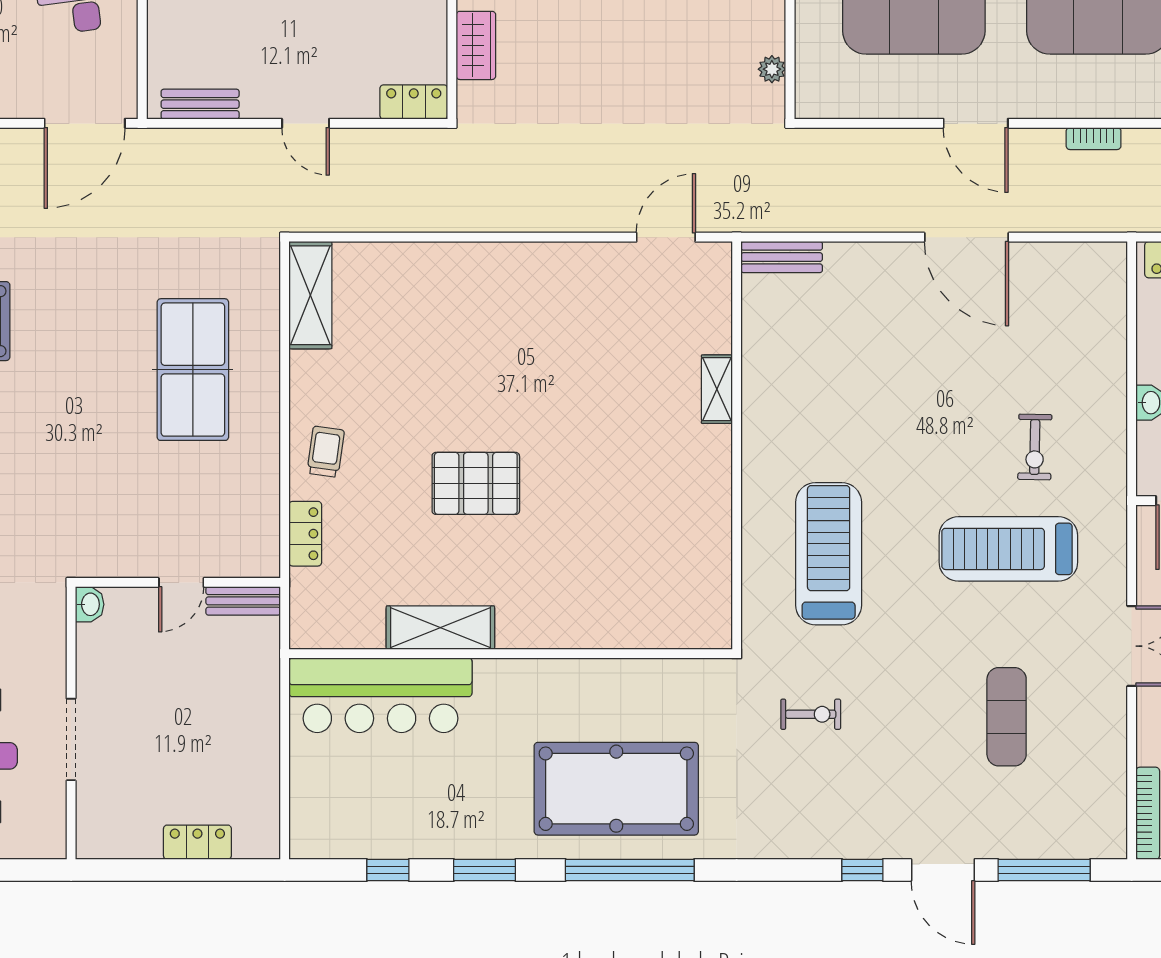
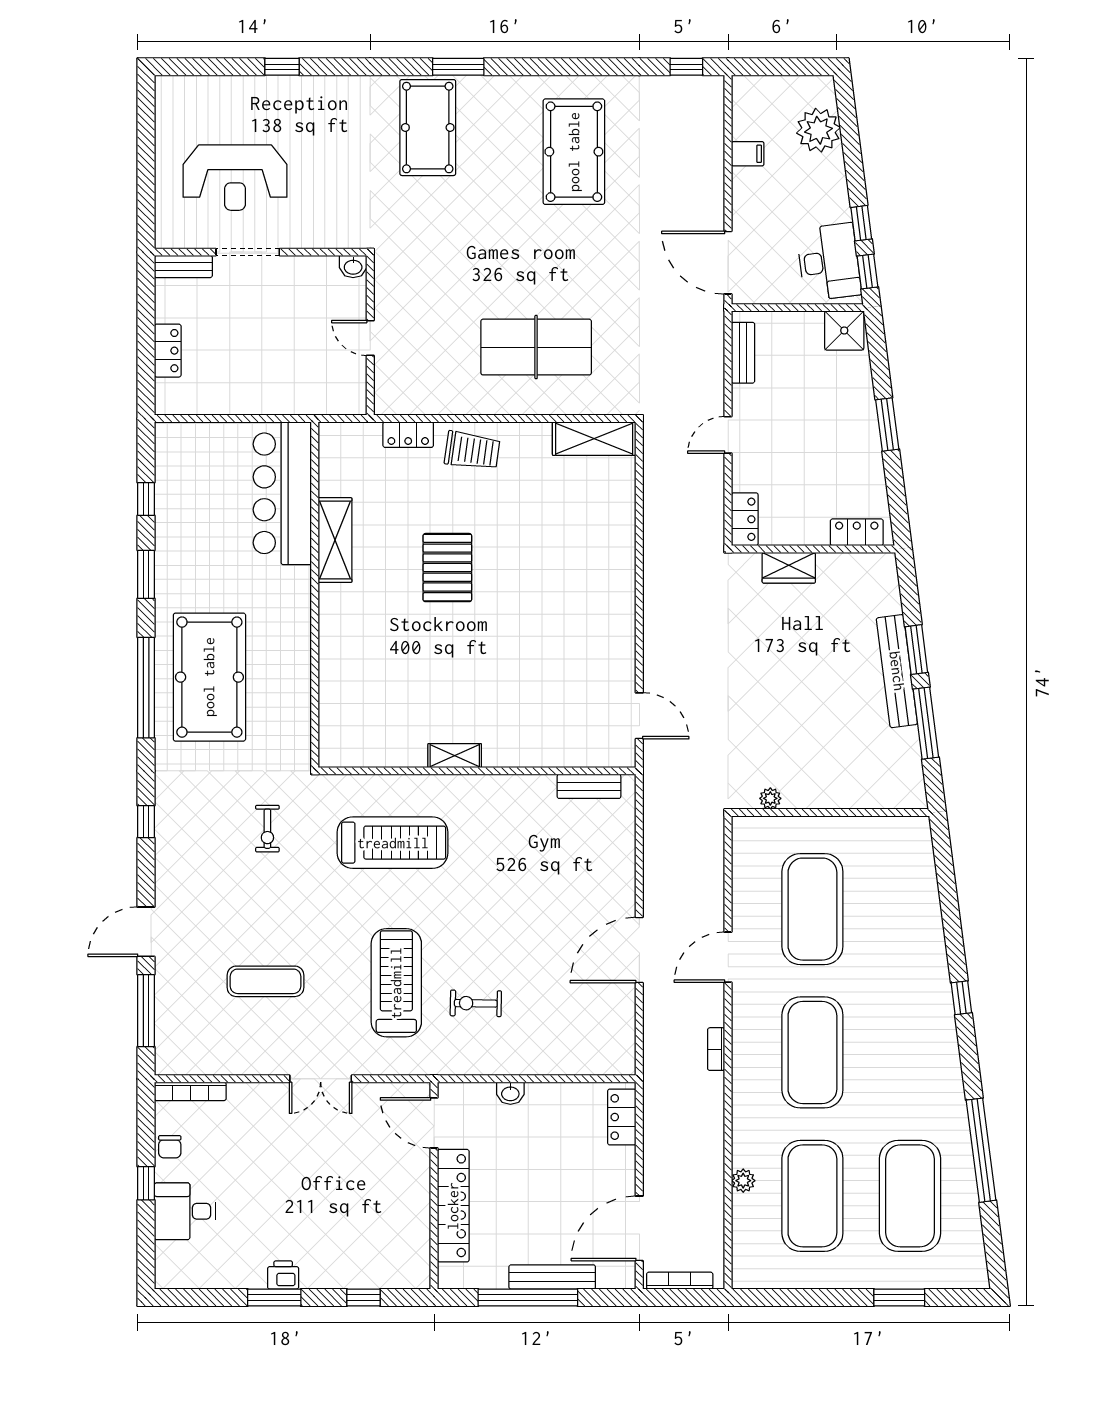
bench: (782, 257) -> (589, 786), moved, turned 90
shelving: (717, 389) -> (455, 756), moved
trolley: (326, 452) -> (472, 451), width x1.36, depth x1.39
bench: (243, 601) -> (183, 267), moved, turned 90
window: (862, 870) -> (146, 822), moved

